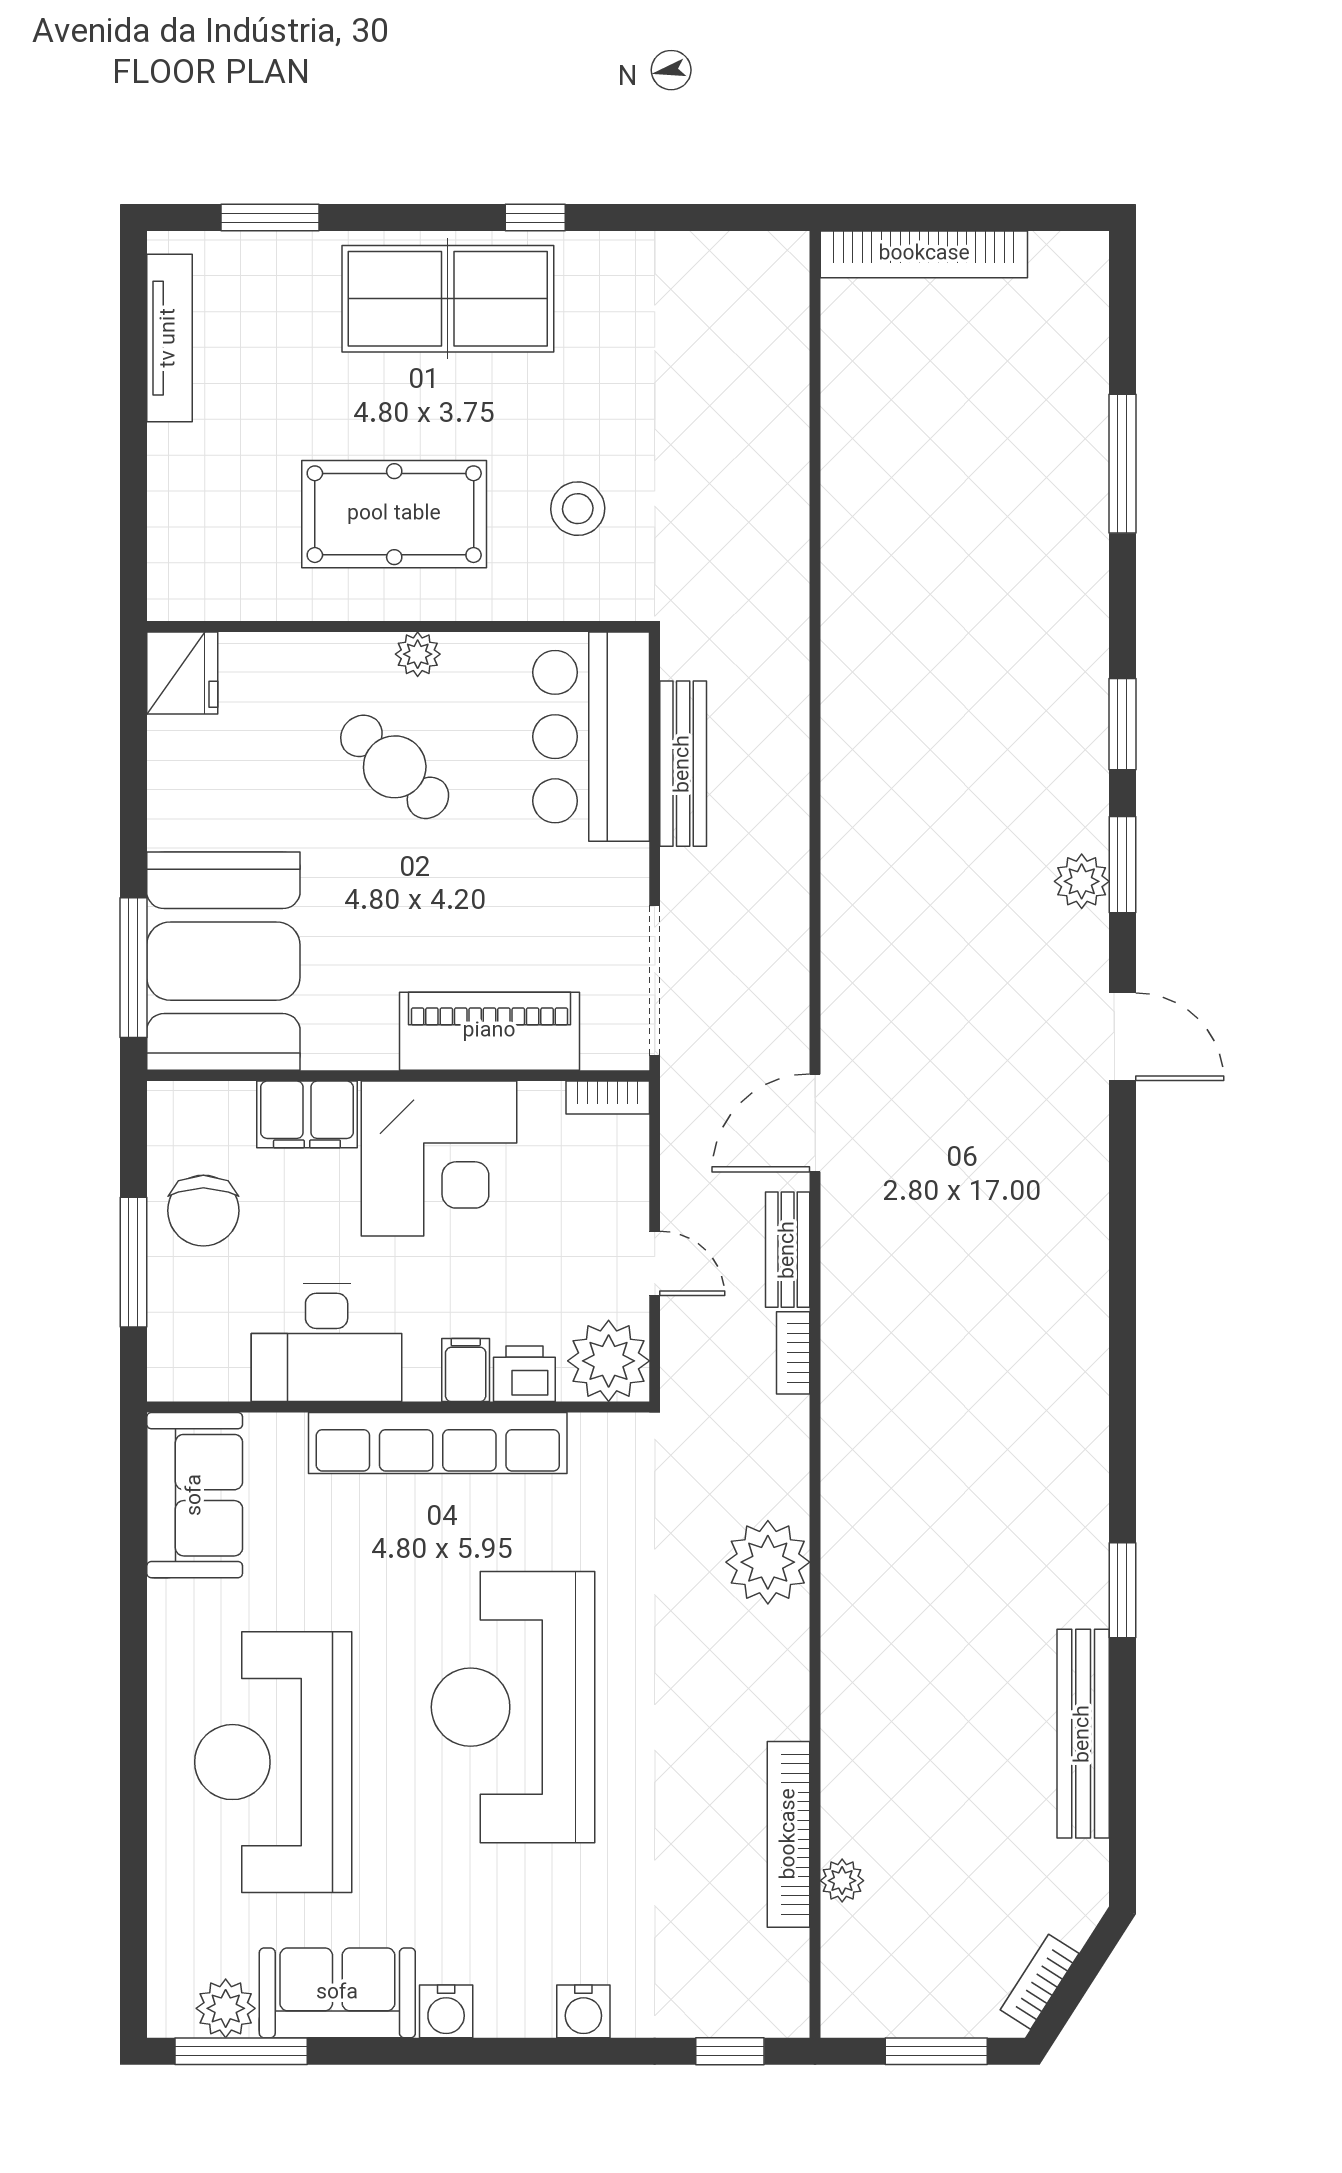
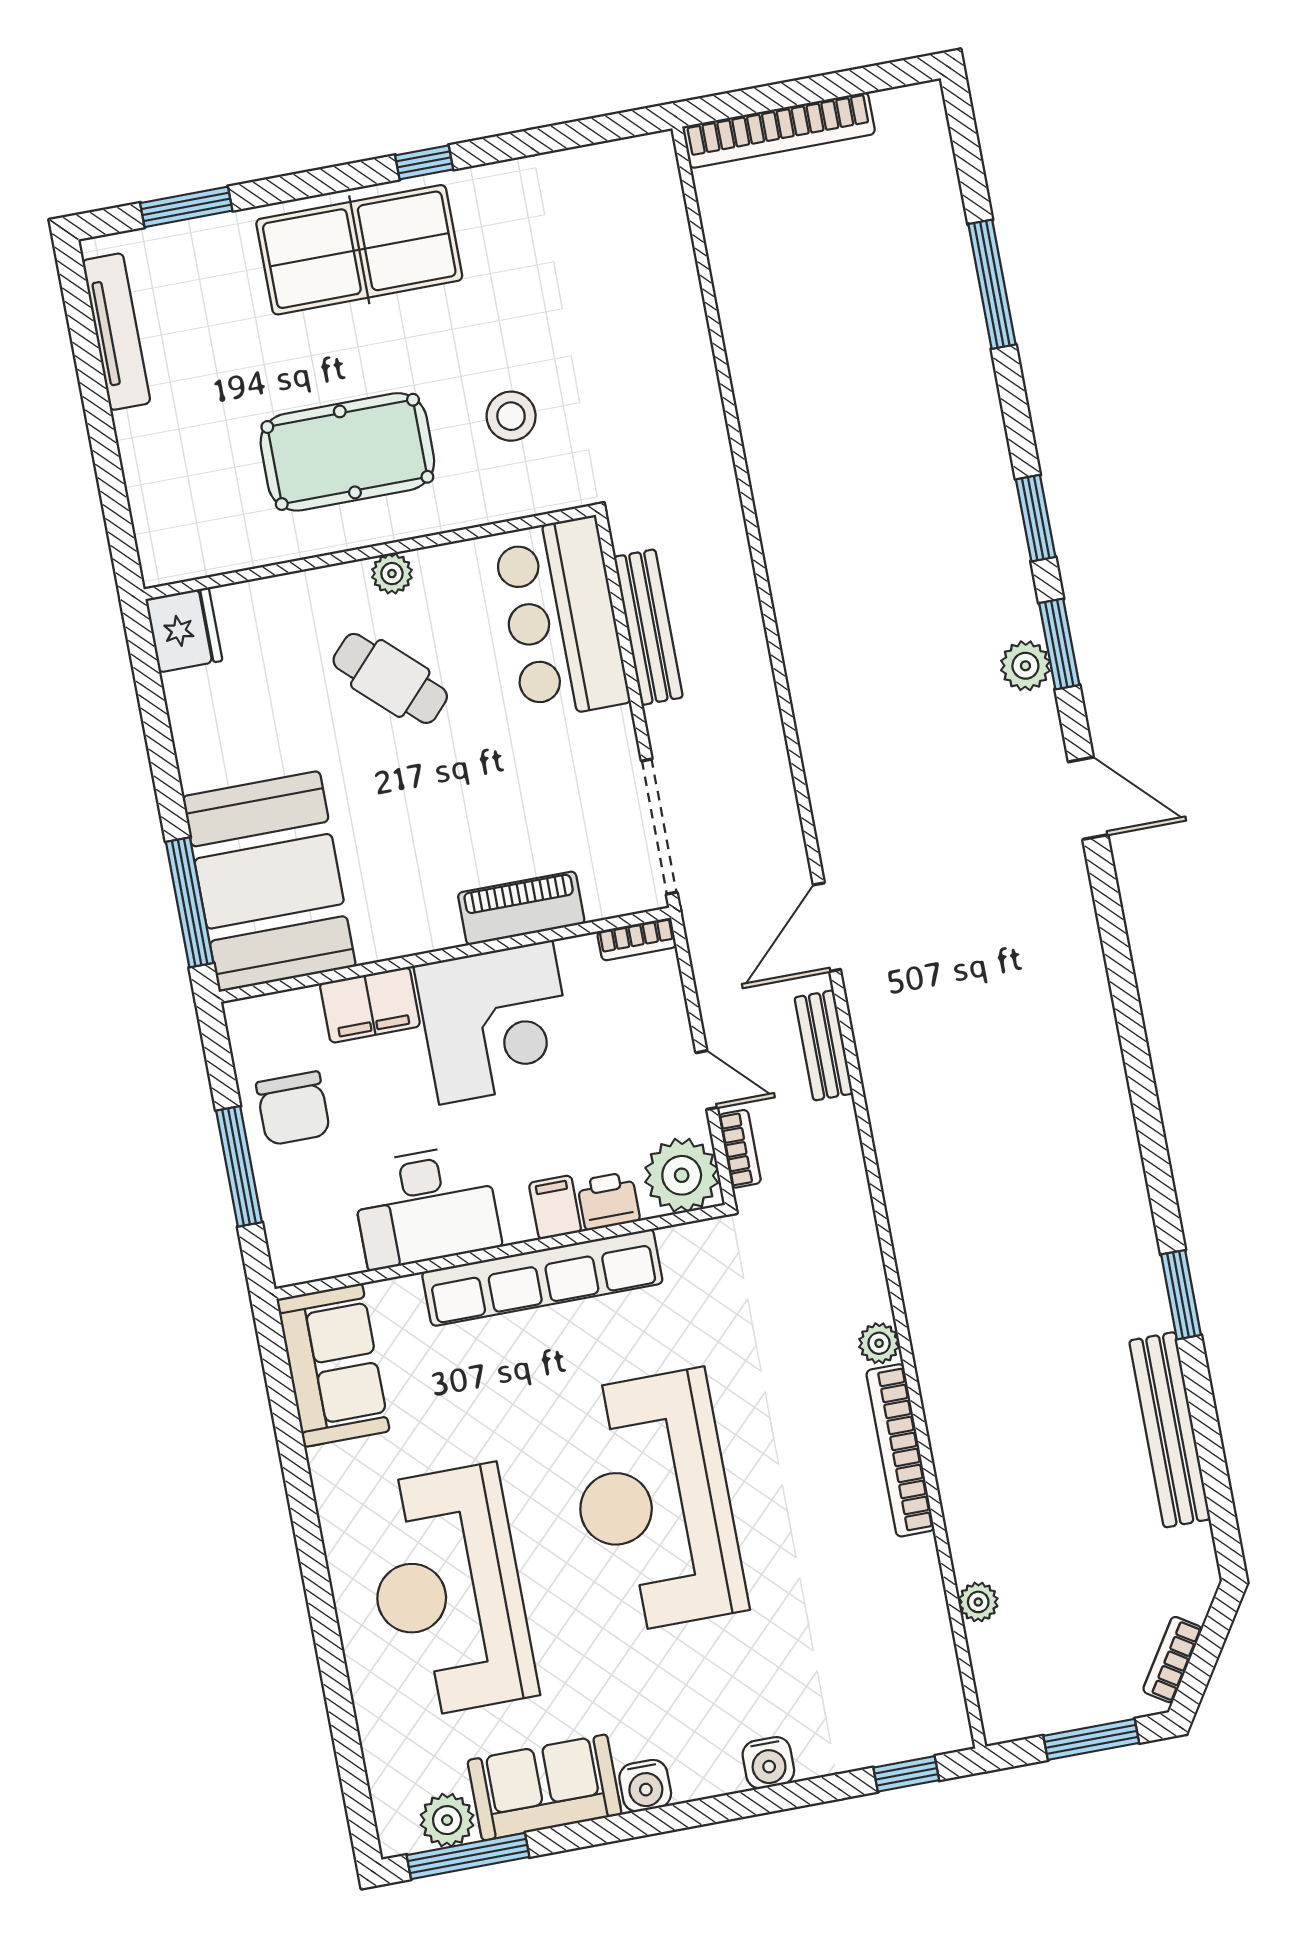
piano: (489, 1031) -> (521, 908), width x0.73, depth x0.75
bookcase: (793, 1353) -> (740, 1149), moved, turned 180
plant: (768, 1562) -> (879, 1343), width x0.53, depth x0.53
bookcase: (789, 1834) -> (900, 1450), moved

